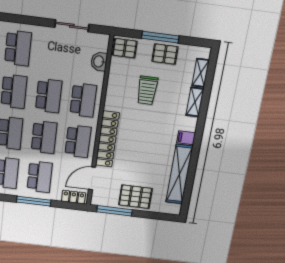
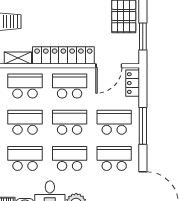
shelving: (111, 97) -> (18, 58), added
door: (92, 178) -> (109, 66), hinge flipped
window: (114, 211) -> (143, 36), width x0.69

